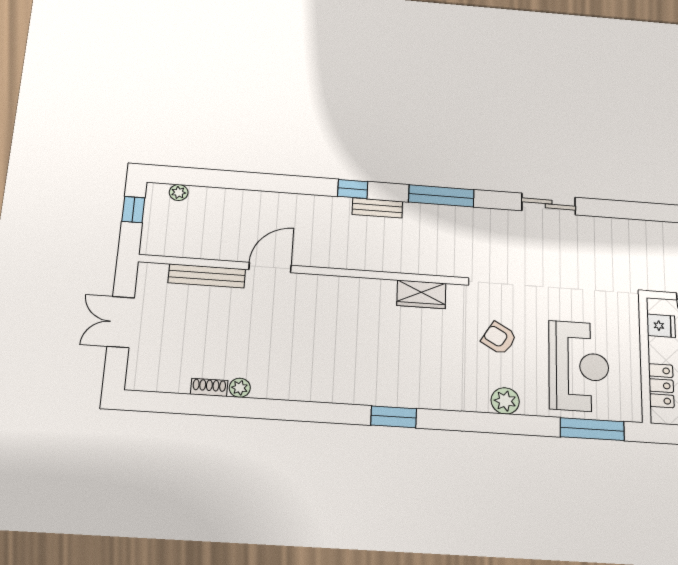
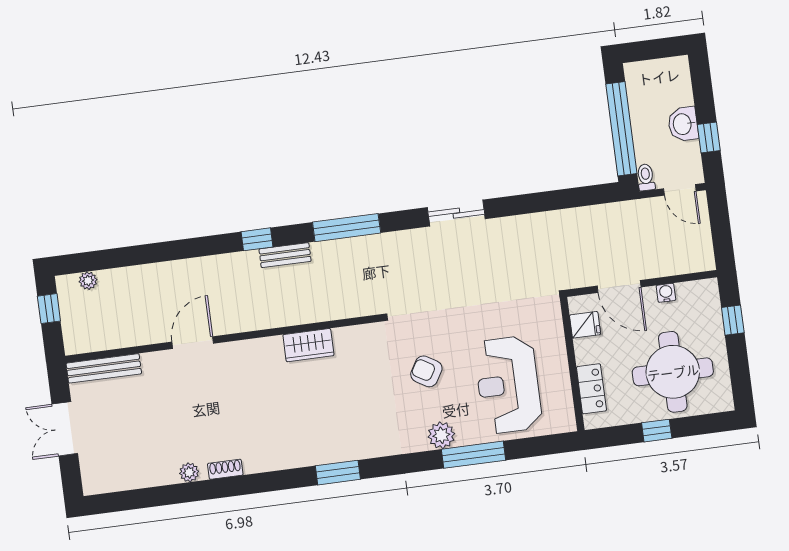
bench: (207, 276) -> (104, 368), moved
wardrobe: (421, 294) -> (308, 345), moved
reception desk: (579, 366) -> (508, 385), turned 180
shoe rack: (209, 387) -> (225, 469), moved
window: (592, 429) -> (473, 455), moved

